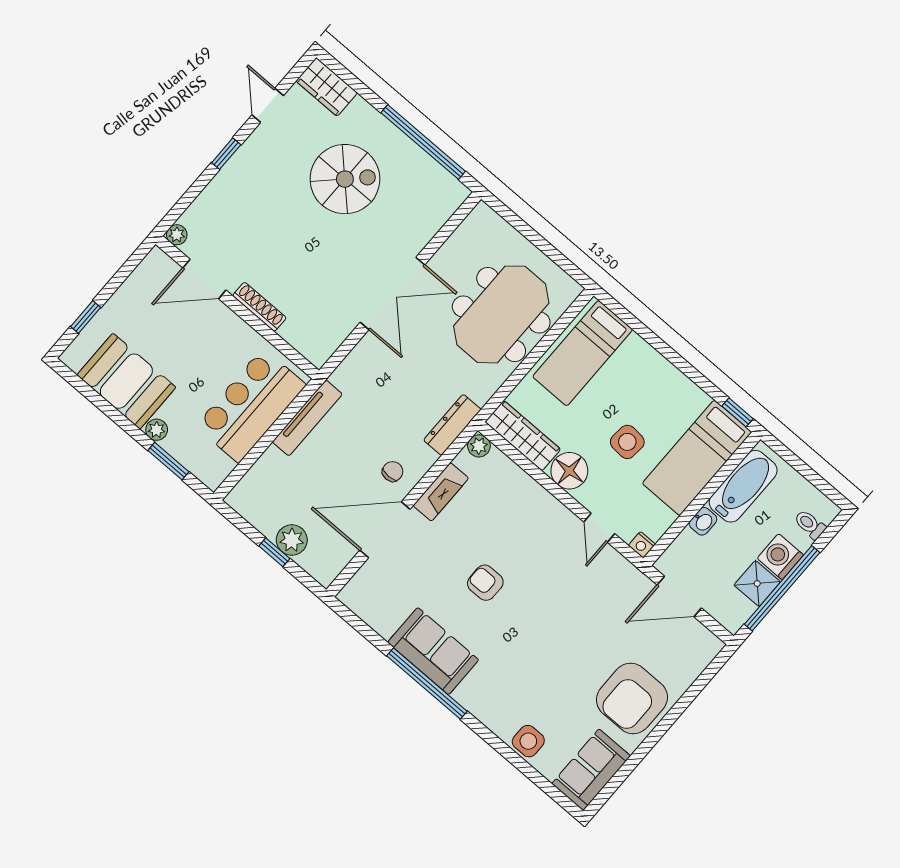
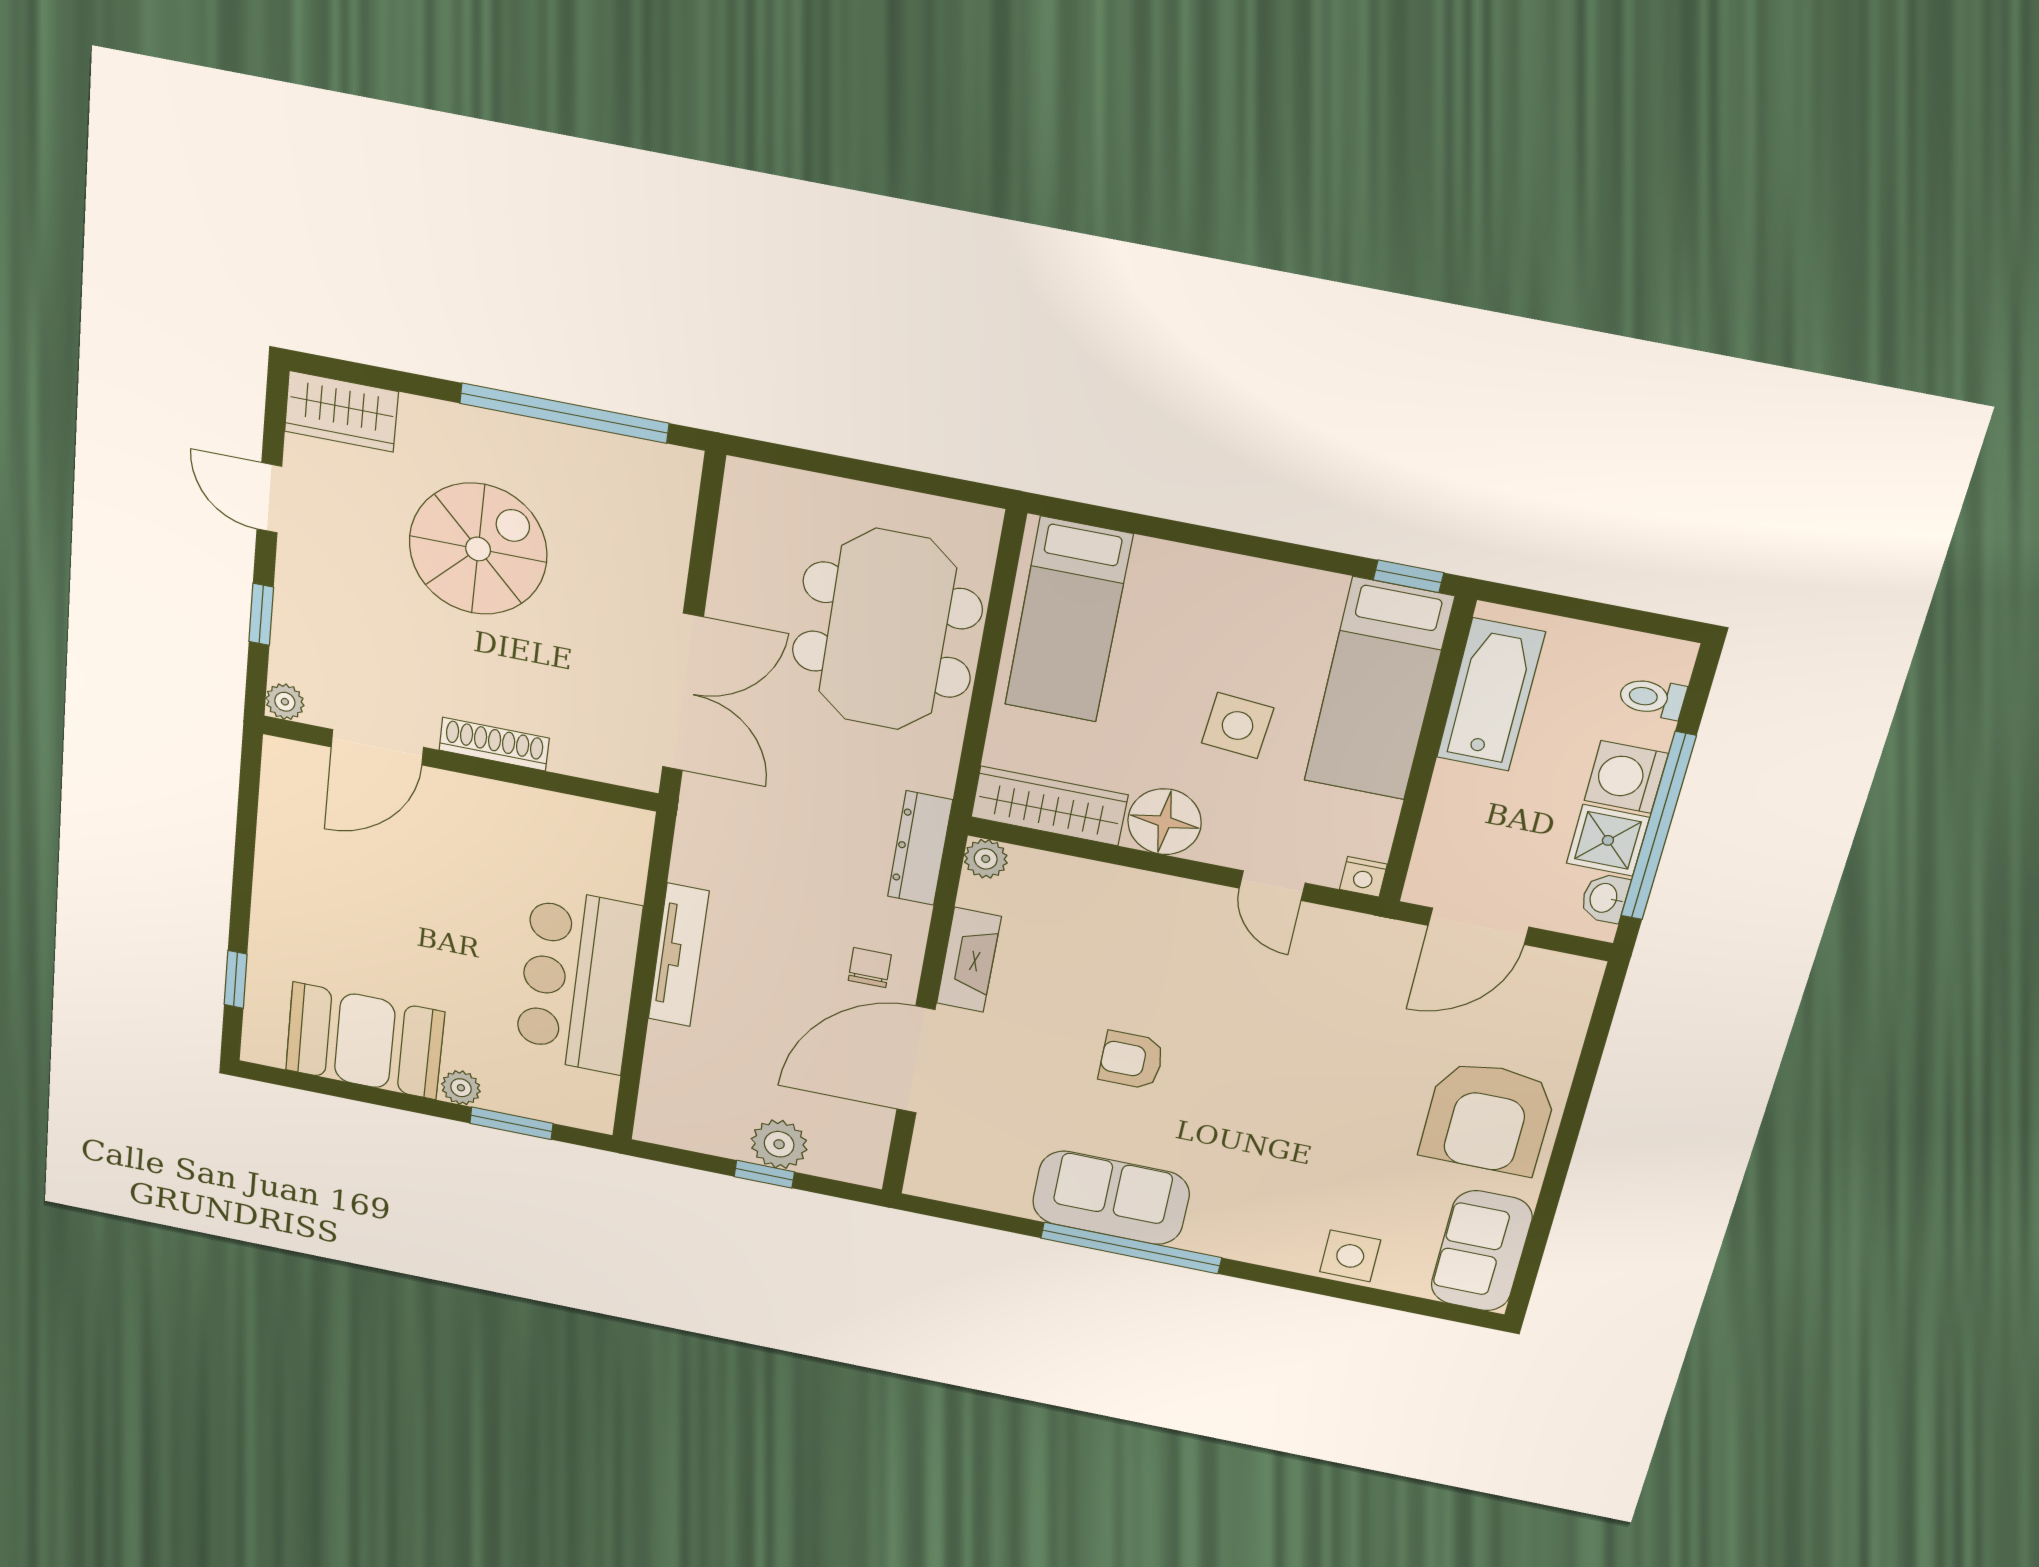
plant: (177, 235) -> (285, 702), moved
door: (204, 279) -> (377, 747), moved
wall: (237, 307) -> (460, 764), moved
shoe rack: (259, 307) -> (494, 744), moved
washbasin: (703, 521) -> (1605, 898), moved, turned 180

